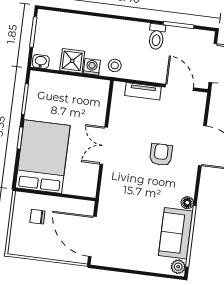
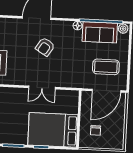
armchair: (161, 155) -> (45, 47), turned -58
coffee table: (126, 238) -> (106, 67), added

